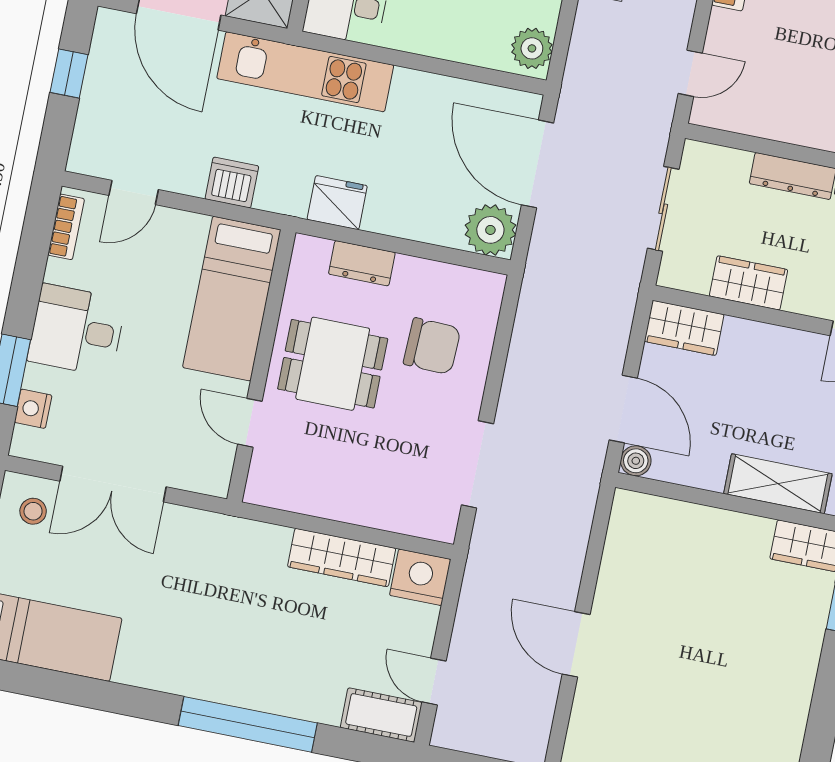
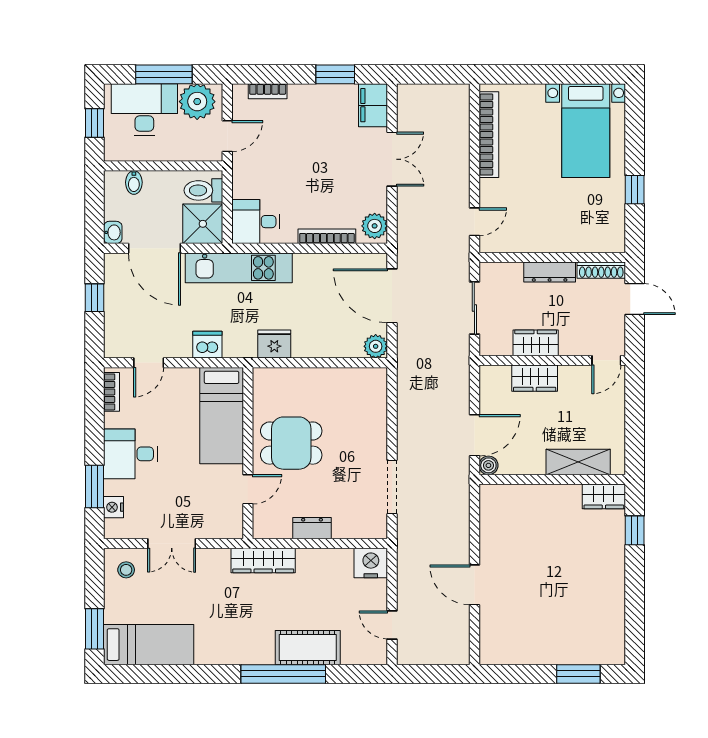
bookcase: (454, 50) -> (327, 236), added
plant: (490, 230) -> (376, 346), width x0.73, depth x0.73
dresser: (362, 263) -> (312, 528), moved, turned 180
wardrobe: (684, 328) -> (535, 378), moved
chair: (432, 346) -> (350, 420), removed
door: (623, 409) -> (474, 435), hinge flipped
door: (250, 423) -> (248, 489), swing flipped
double door: (113, 484) -> (172, 543), width x0.73
wardrobe: (342, 557) -> (263, 560), moved
cot: (381, 715) -> (308, 648), moved, width x1.37, depth x1.34

